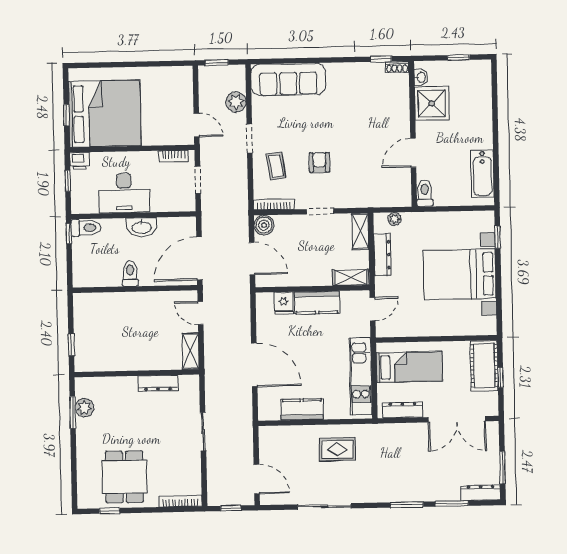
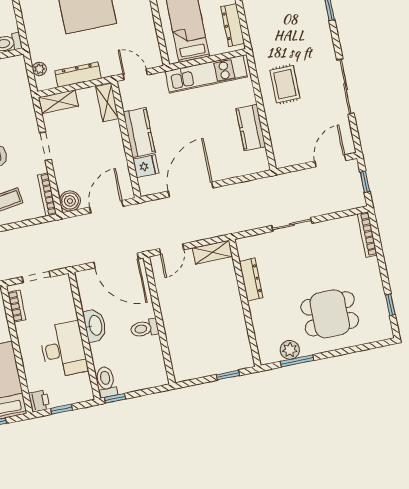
door: (254, 365) -> (191, 189), moved
dining table: (124, 477) -> (330, 314), moved

